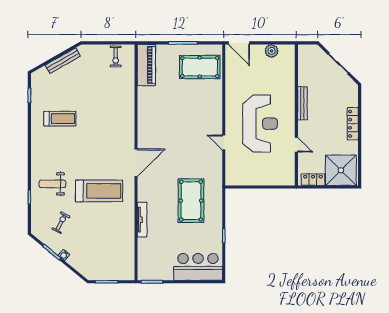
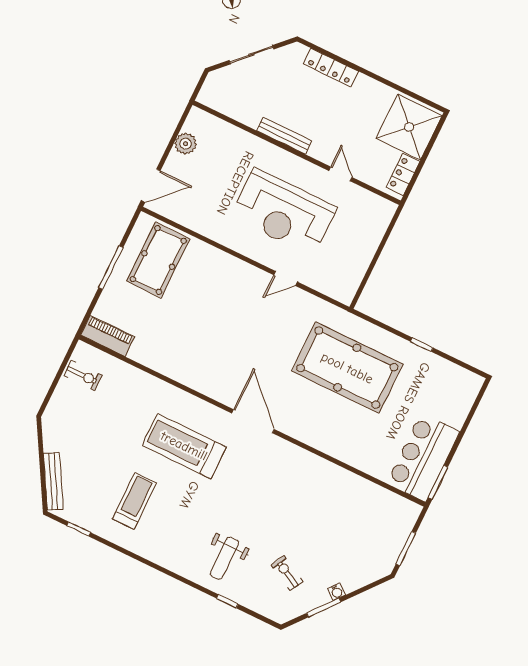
bench: (63, 61) -> (53, 481), moved
piano: (146, 65) -> (108, 336), width x0.73, depth x0.75
reception desk: (260, 124) -> (284, 212), turned 180
locker: (353, 124) -> (331, 67), moved
door: (296, 145) -> (340, 174), hinge flipped
treadmill: (99, 191) -> (184, 446), moved, turned -90
pool table: (191, 201) -> (347, 368), width x1.36, depth x1.32
tv unit: (142, 220) -> (340, 453), removed
bar counter: (198, 267) -> (423, 457), moved

